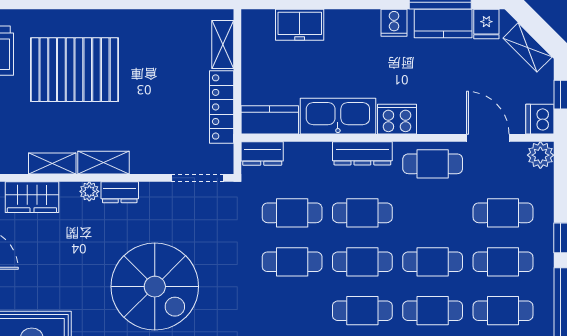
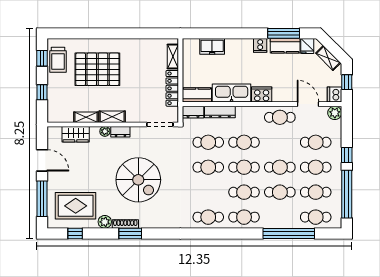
dresser: (362, 153) -> (220, 112), moved

